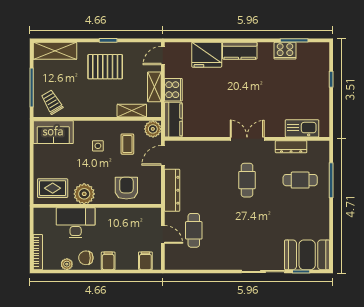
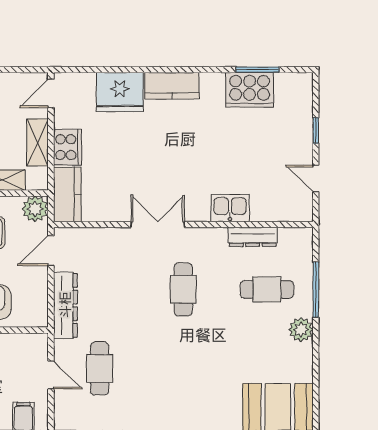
cooker: (285, 51) -> (250, 90), width x1.37, depth x1.31
door: (331, 110) -> (316, 179), added
kitchen sink: (302, 128) -> (230, 208), moved, width x0.73
double door: (247, 139) -> (158, 225), moved
plant: (322, 206) -> (301, 330), added

